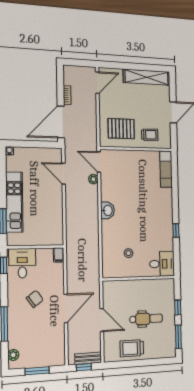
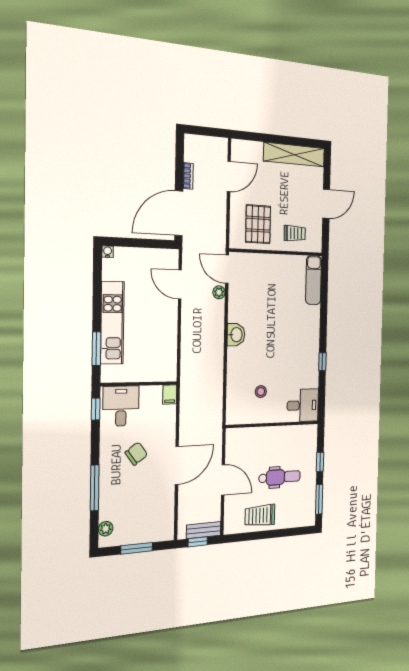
door: (97, 83) -> (229, 176), moved
pallet: (121, 129) -> (258, 224), turned 90

